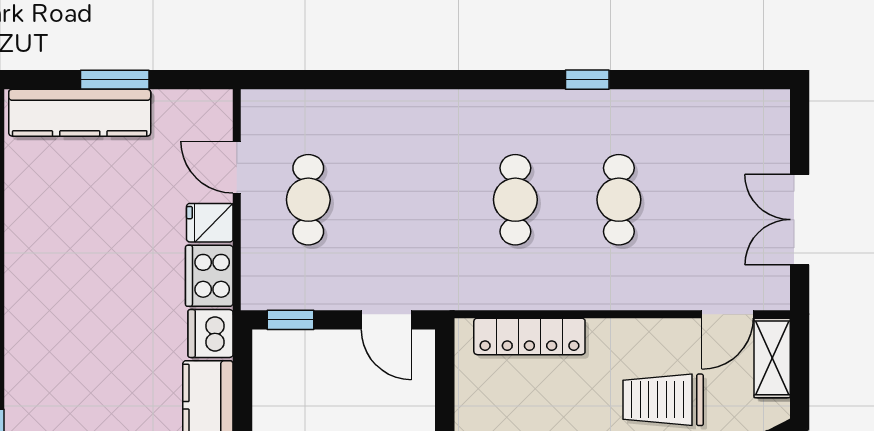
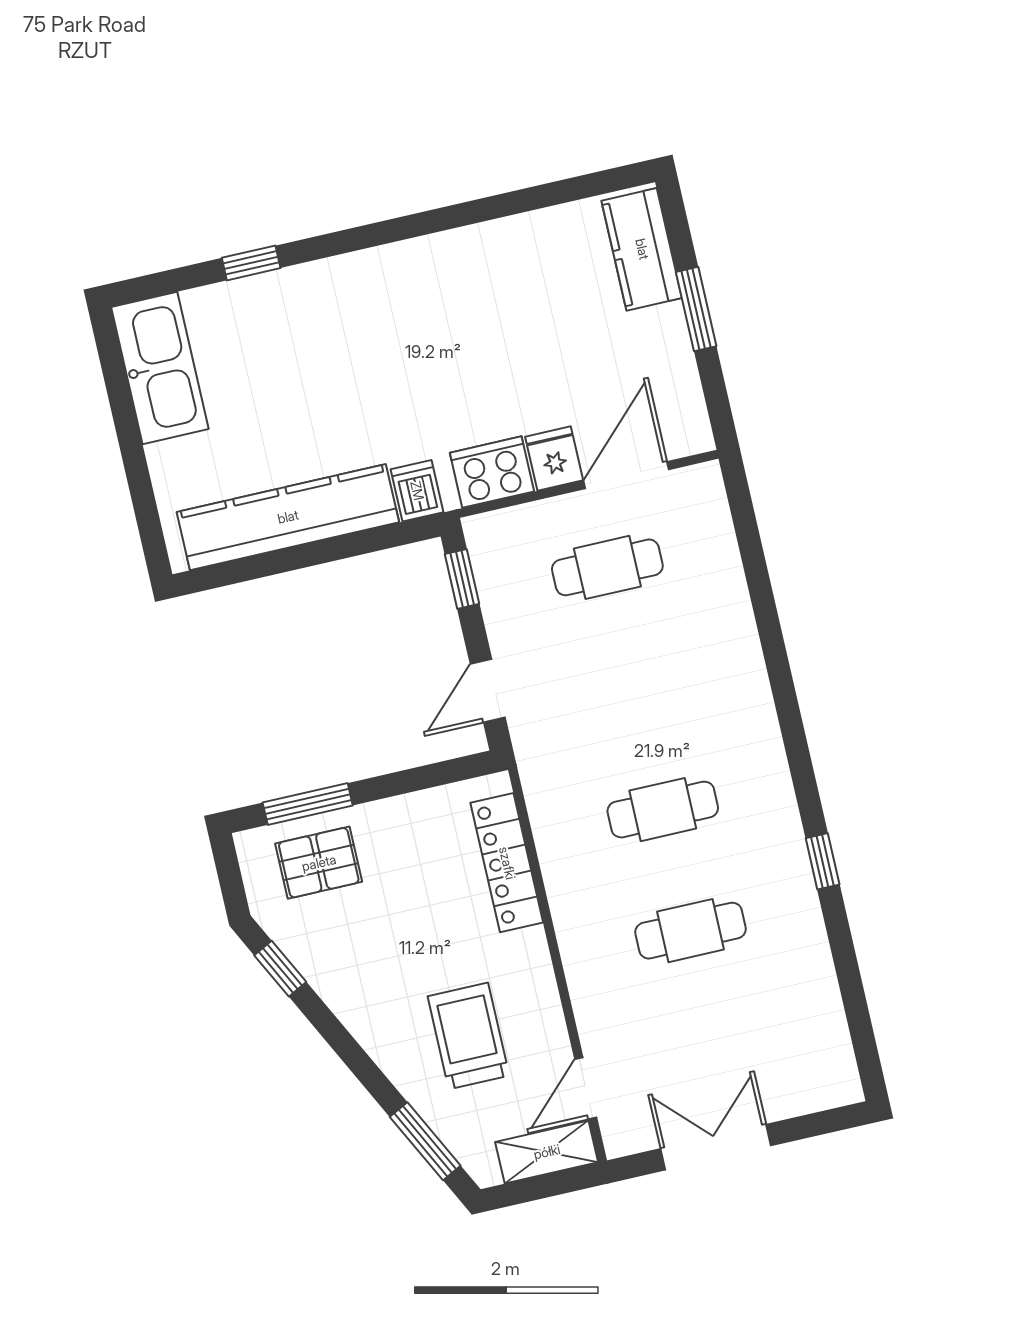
kitchen counter: (80, 113) -> (642, 249), width x0.67
door: (237, 167) -> (626, 475), width x1.37
door: (728, 314) -> (586, 1088), hinge flipped
dishwasher: (211, 333) -> (417, 491), width x0.73

